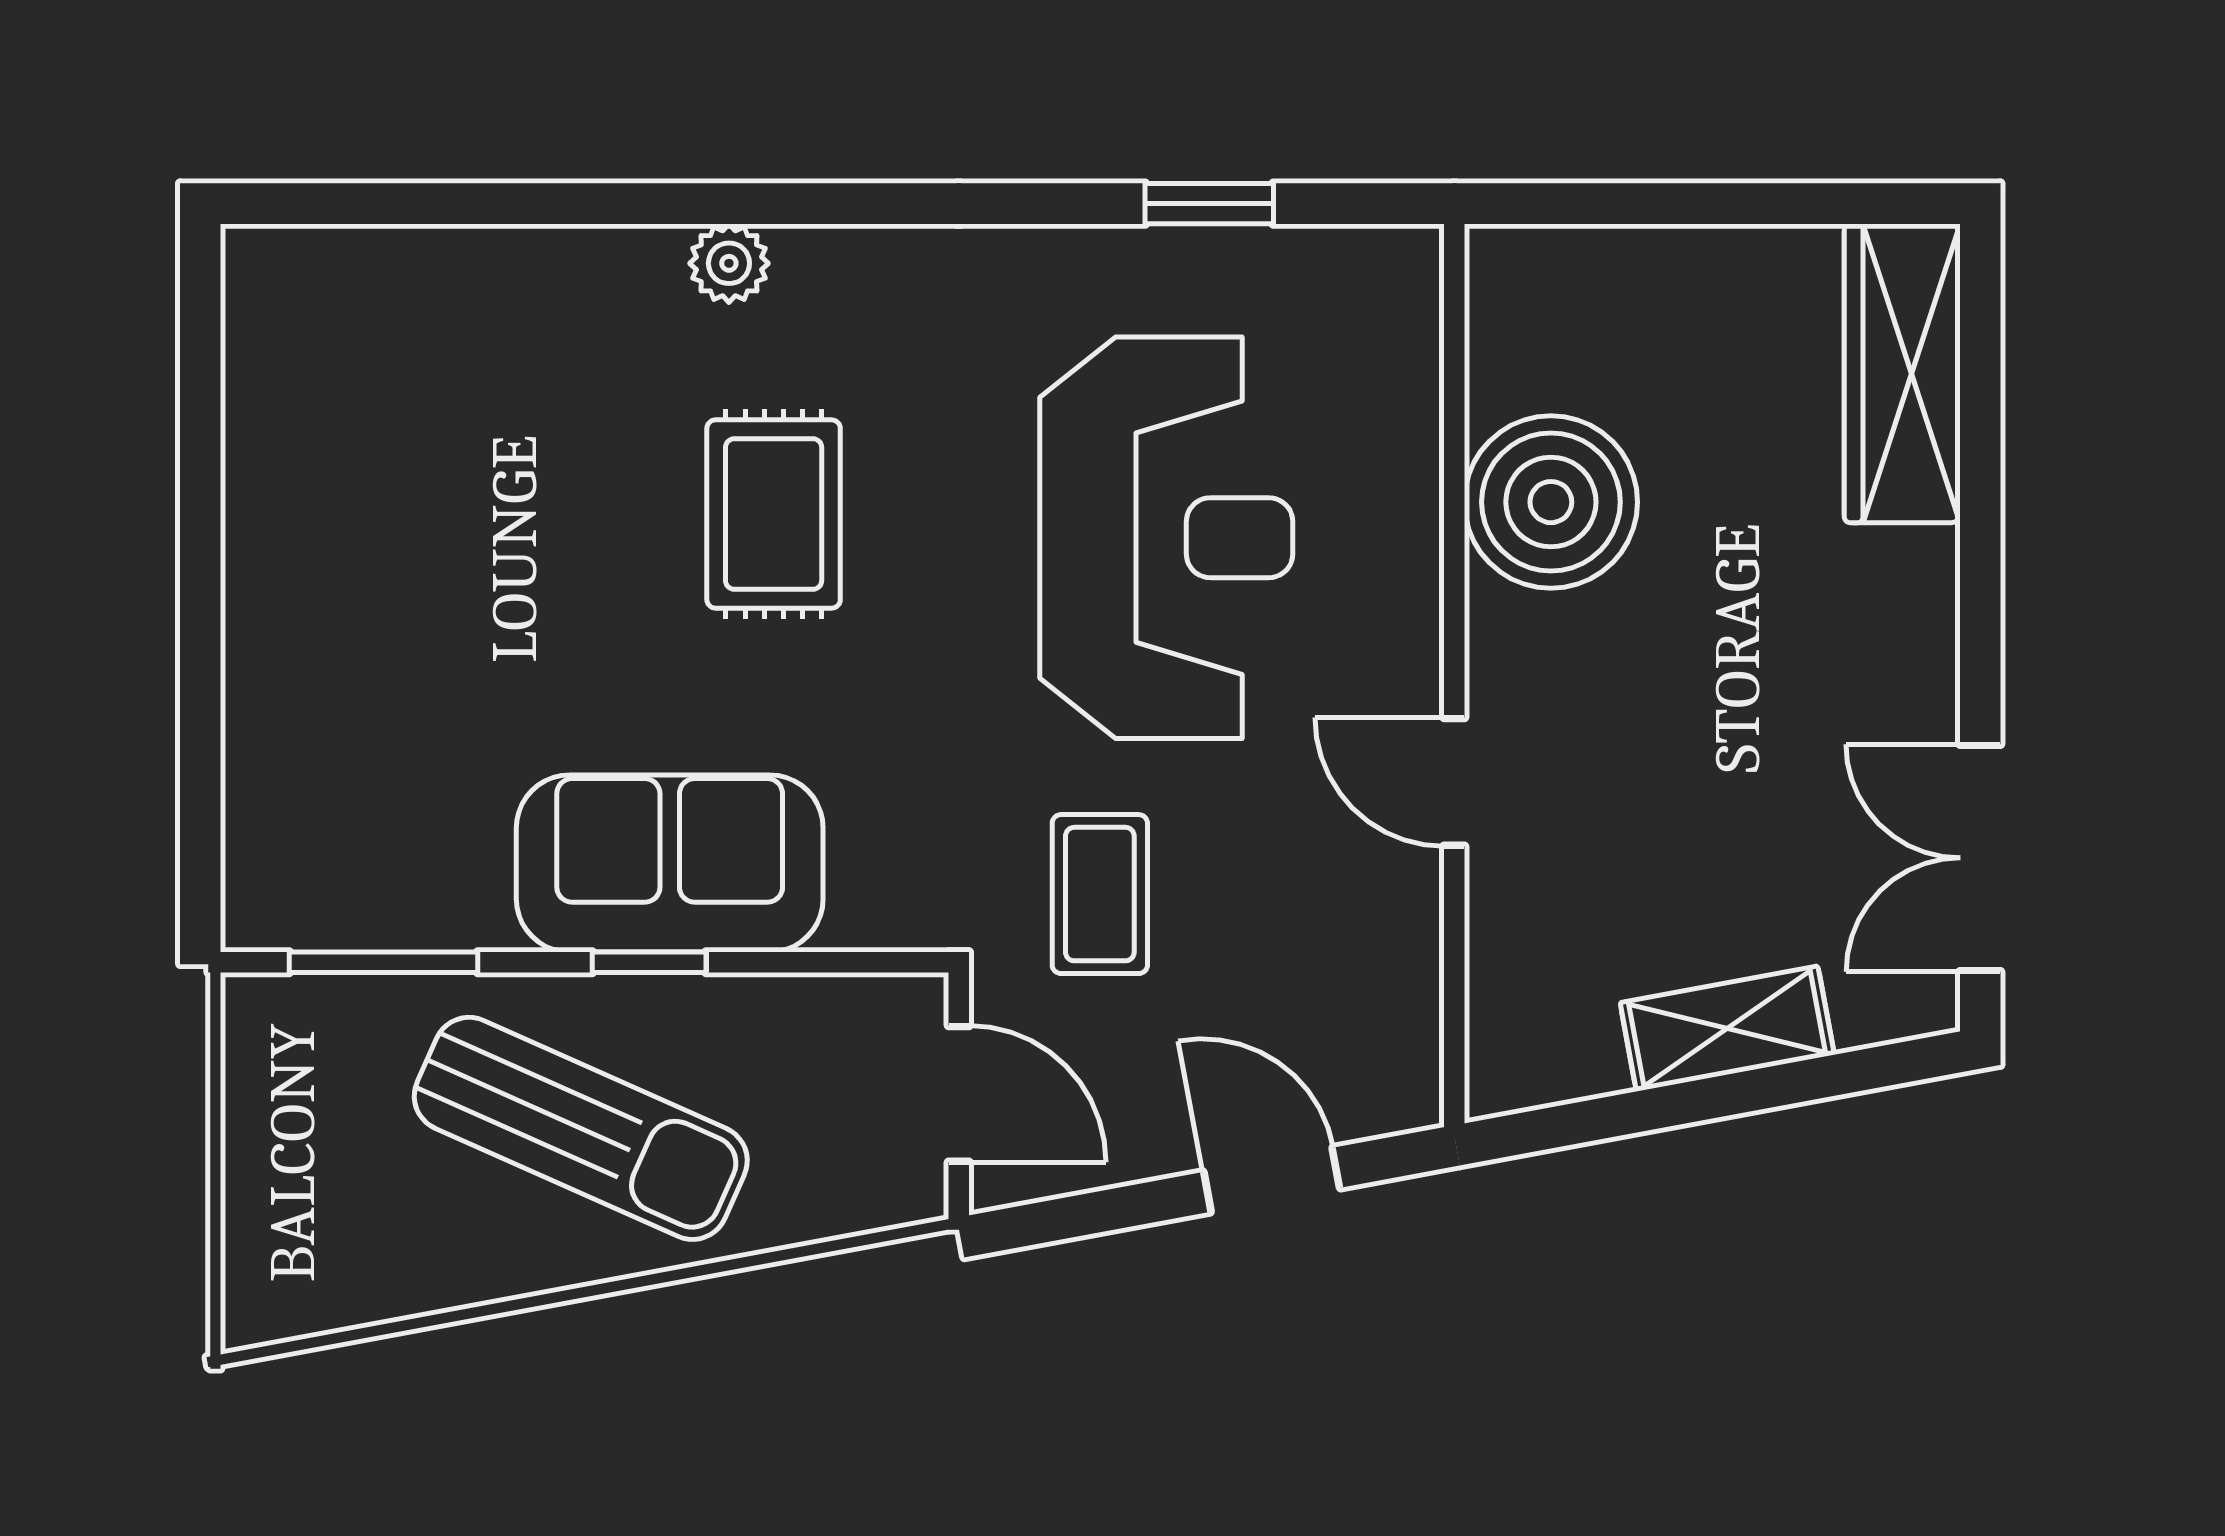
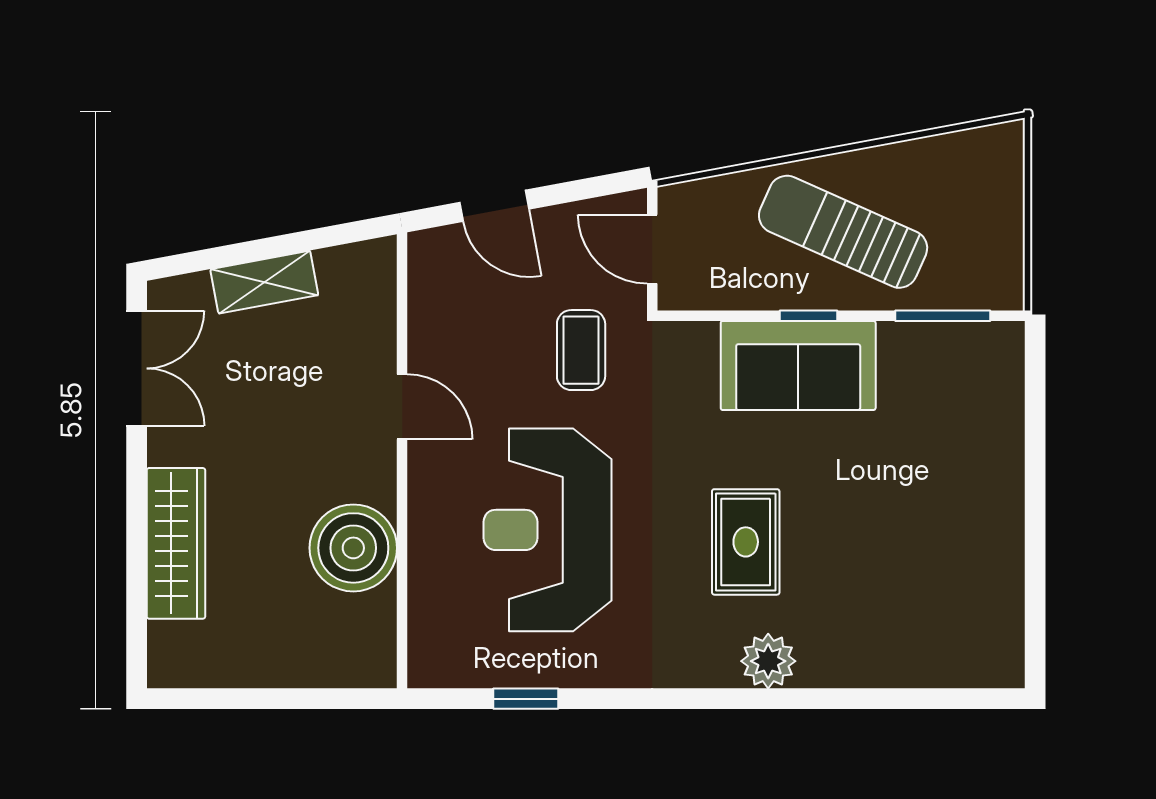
plant: (729, 263) -> (768, 661), width x1.38, depth x1.38
wardrobe: (1902, 373) -> (176, 543), moved

